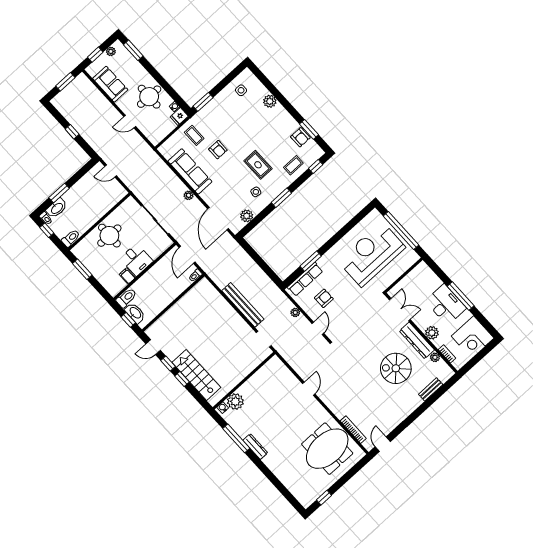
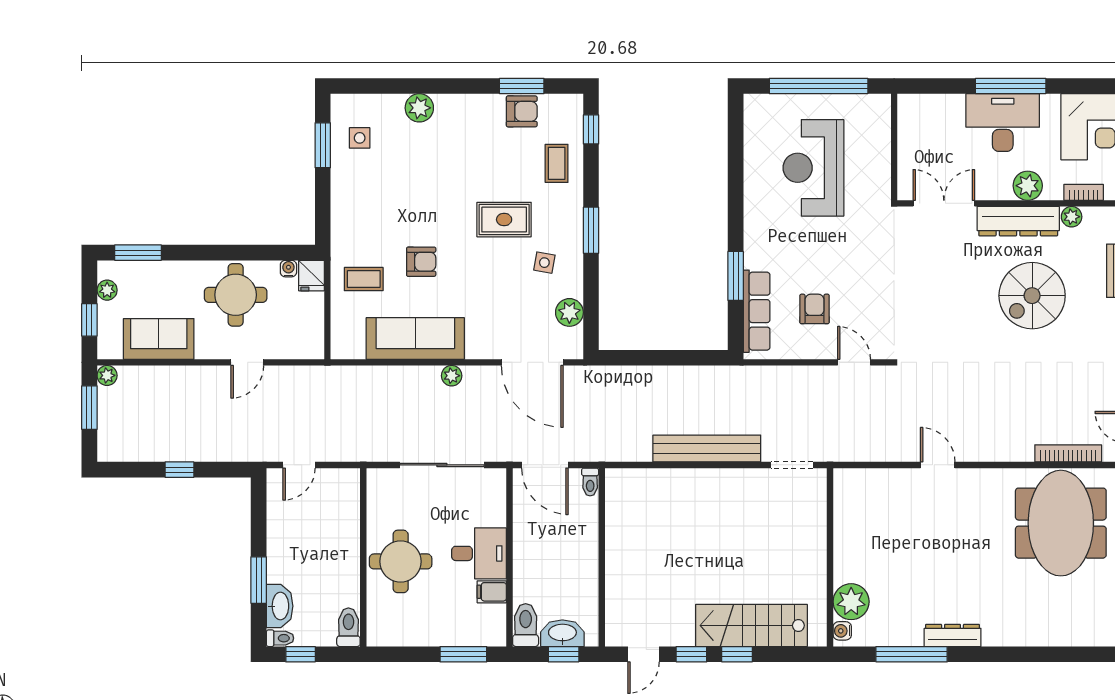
window: (203, 102) -> (323, 145), moved
reception desk: (372, 254) -> (813, 168), width x0.74, depth x0.77
window: (82, 269) -> (463, 654), moved
plant: (295, 312) -> (107, 375), moved

